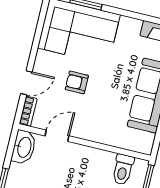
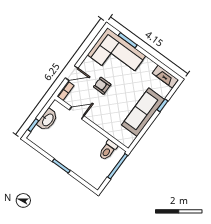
washbasin: (24, 147) -> (48, 120), moved

